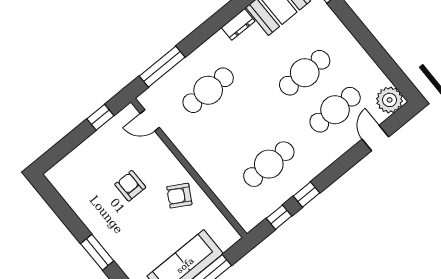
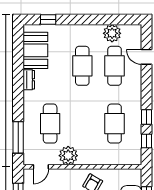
plant: (390, 100) -> (112, 33), moved
plant: (189, 141) -> (68, 156), added

